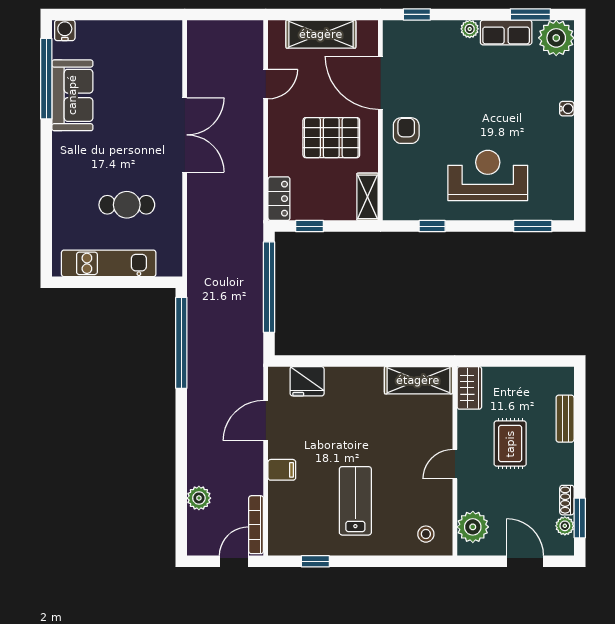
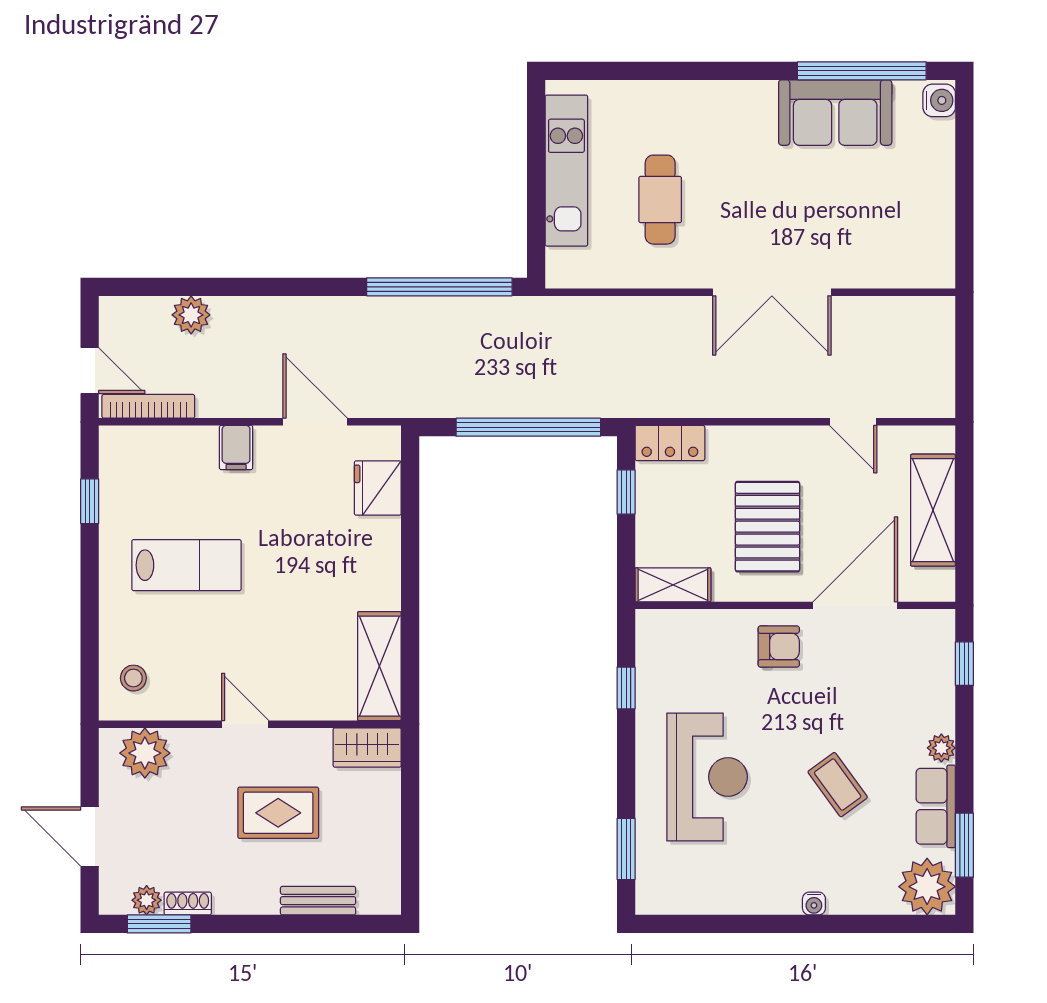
coffee table: (493, 94) -> (838, 785), added
door: (525, 561) -> (90, 836), swing flipped

